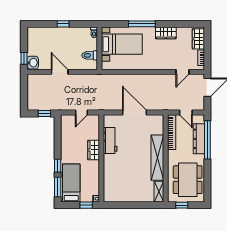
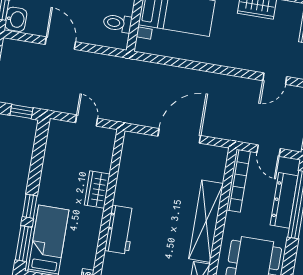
door: (81, 113) -> (87, 121), swing flipped
door: (134, 113) -> (179, 136), hinge flipped
workbench: (110, 141) -> (120, 230), moved

